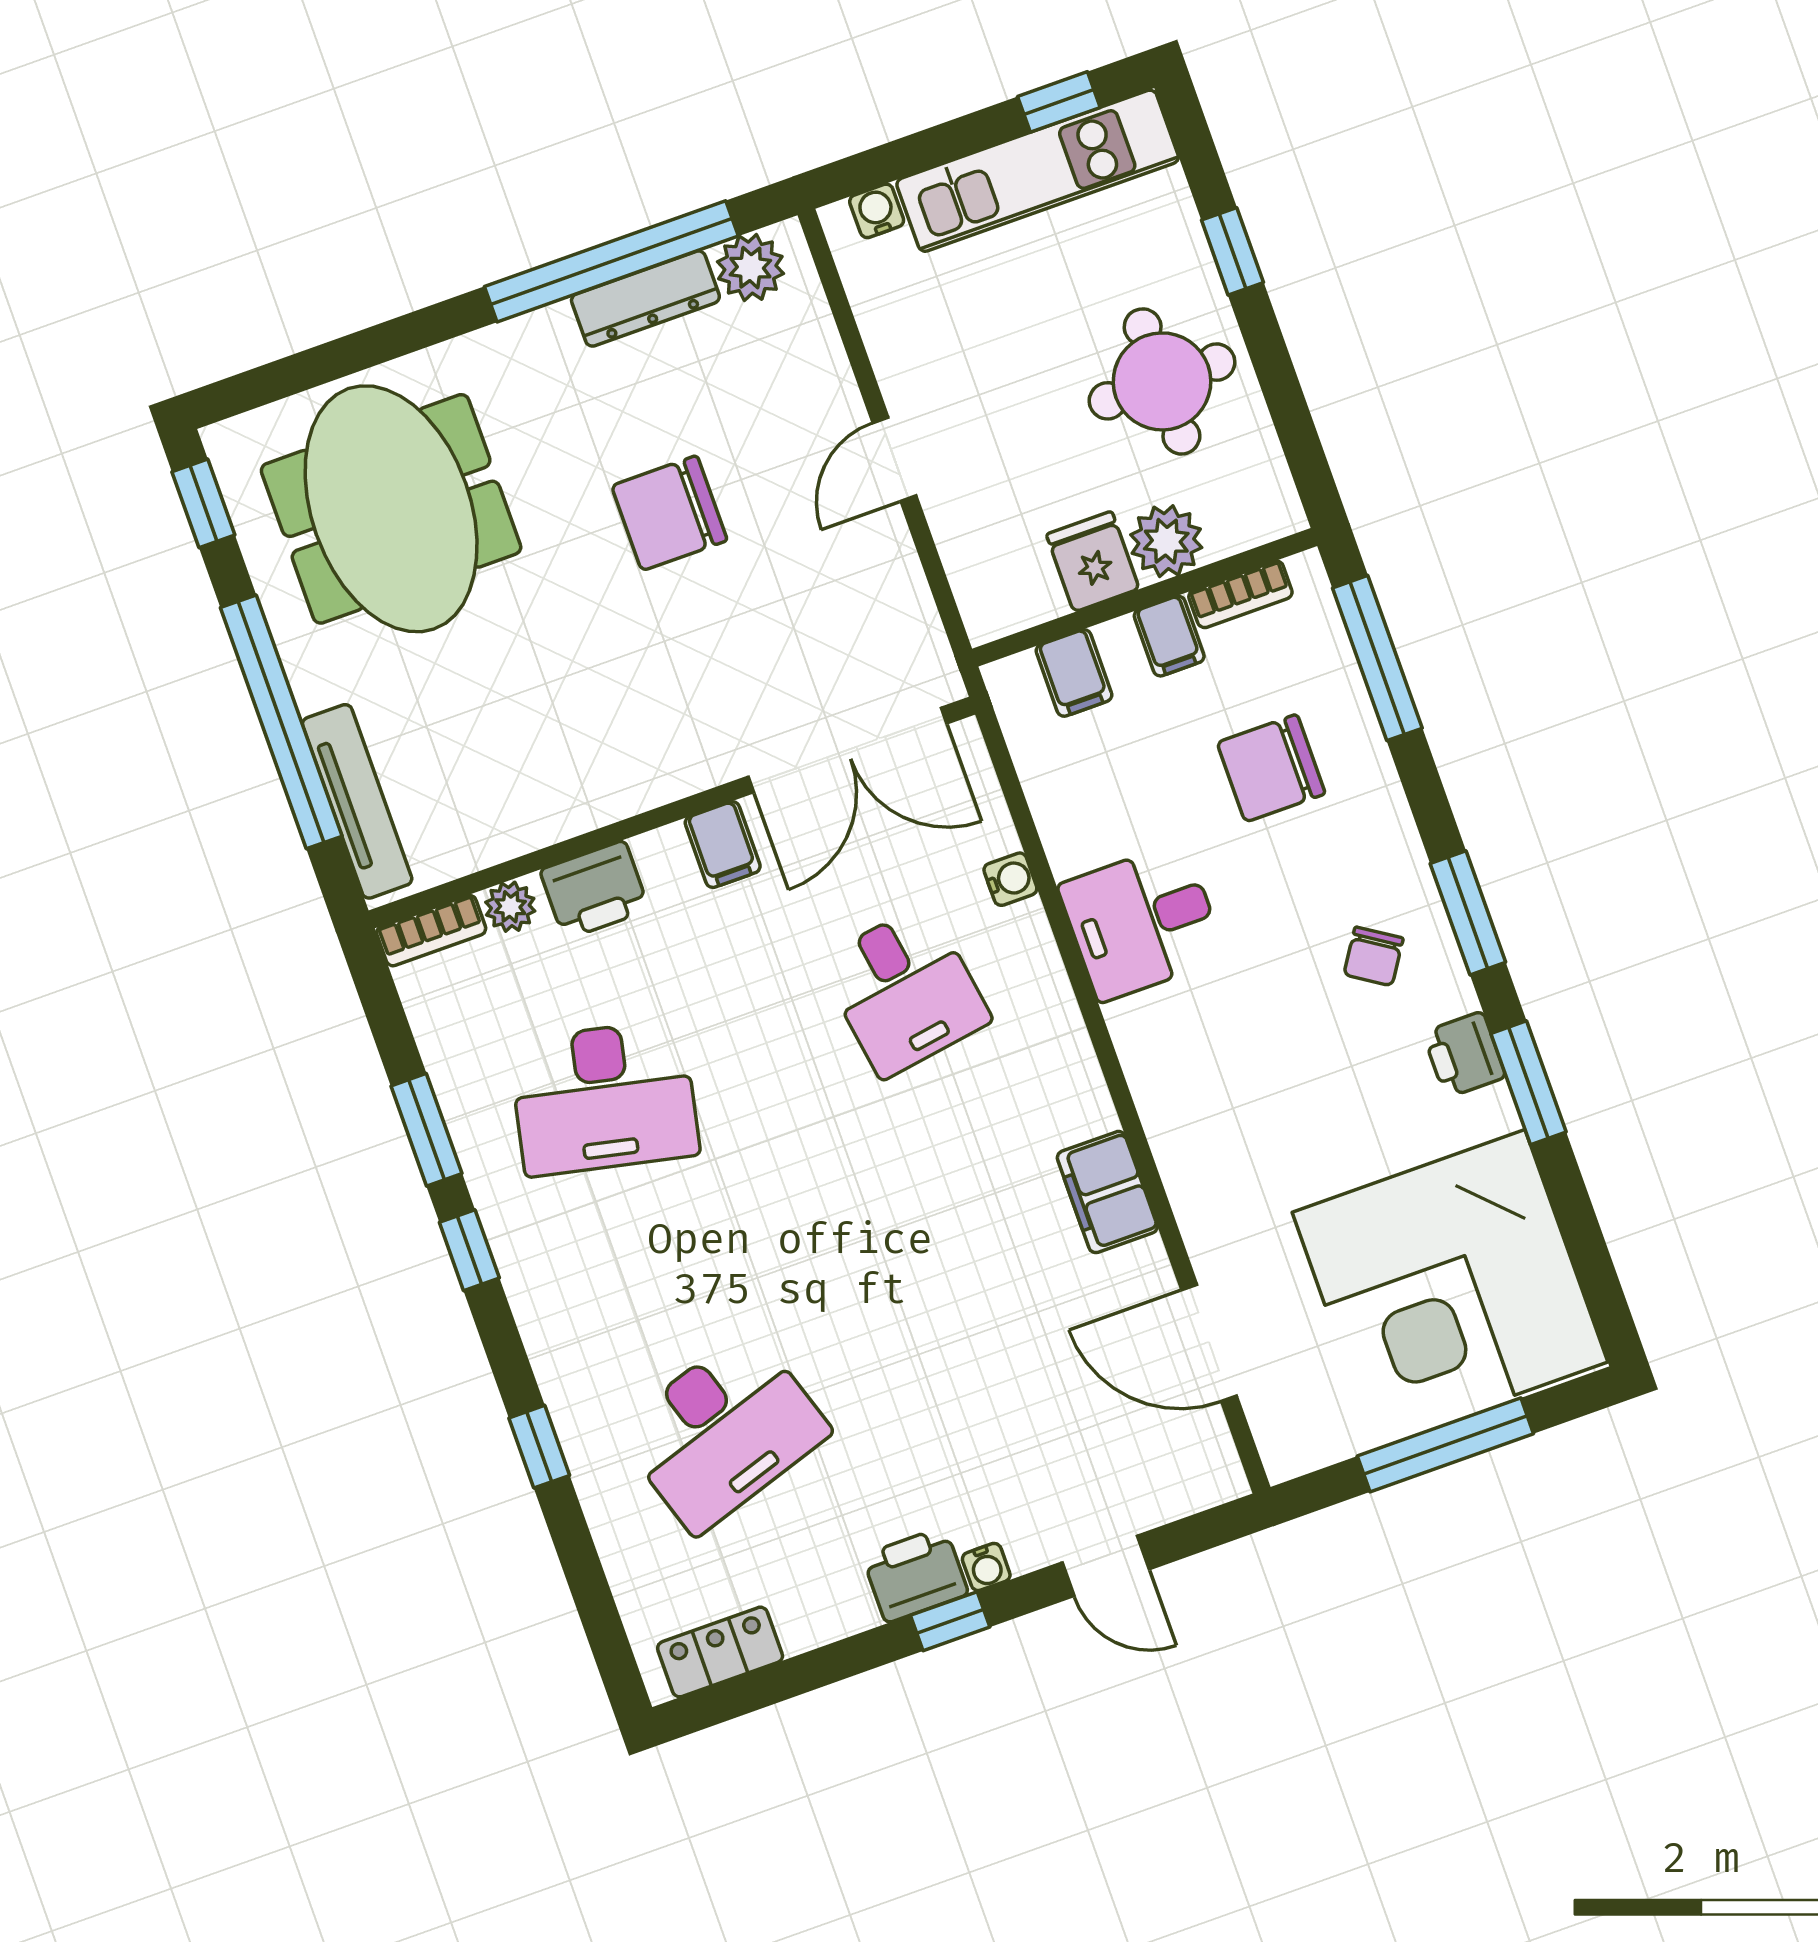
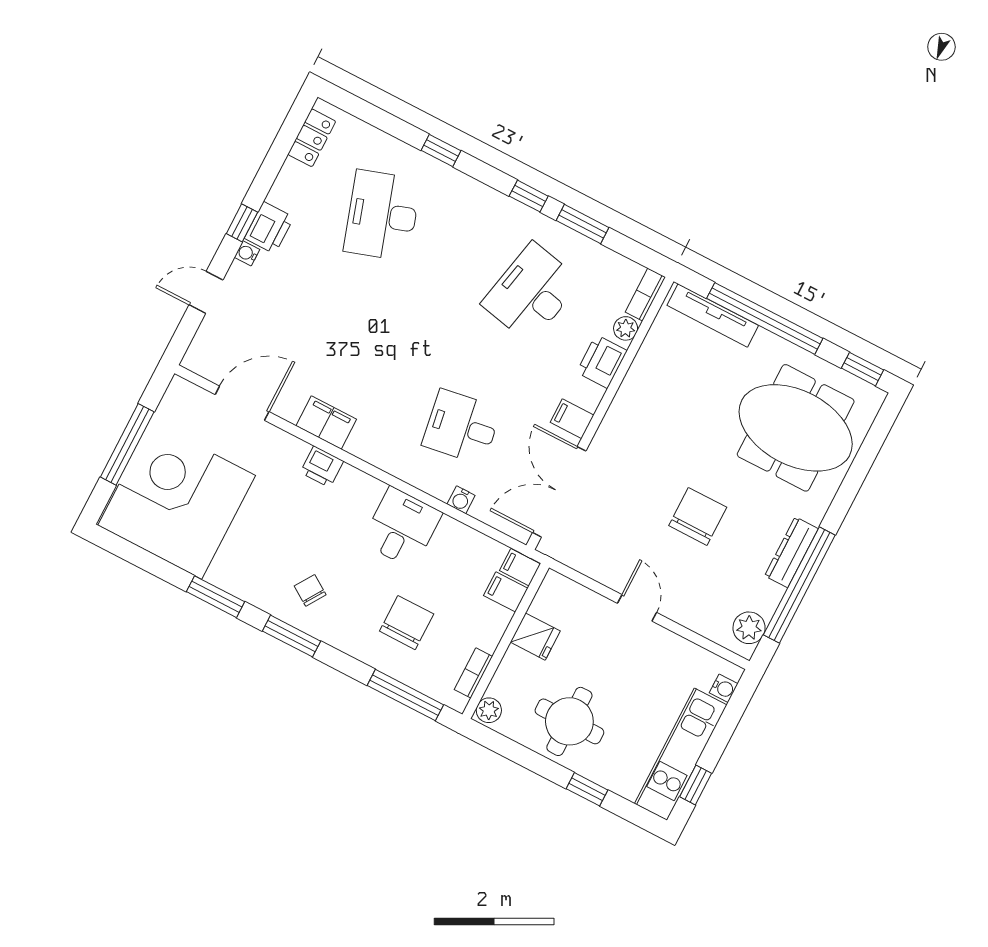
dresser: (645, 299) -> (791, 552), moved
plant: (1166, 541) -> (489, 710), moved, width x0.73, depth x0.73
filing cabinet: (1169, 636) -> (520, 567), moved
printer: (1464, 1055) -> (322, 467), moved, turned 180

